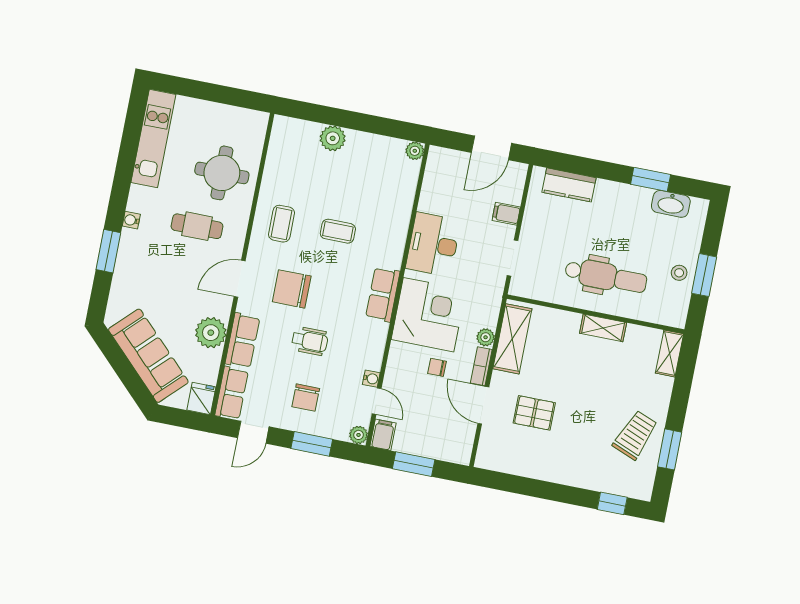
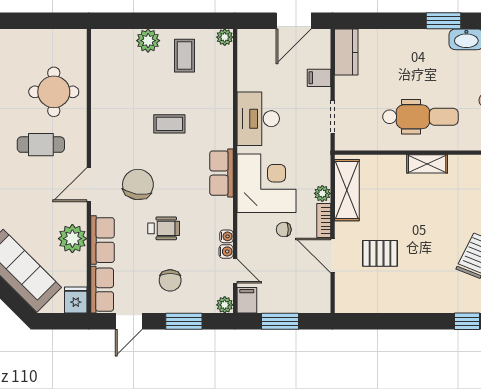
kitchen counter: (569, 185) -> (346, 52), moved, turned -90
coffee table: (281, 224) -> (185, 56), moved
chair: (292, 289) -> (138, 184), turned 99
water cooler: (375, 363) -> (226, 236), added

